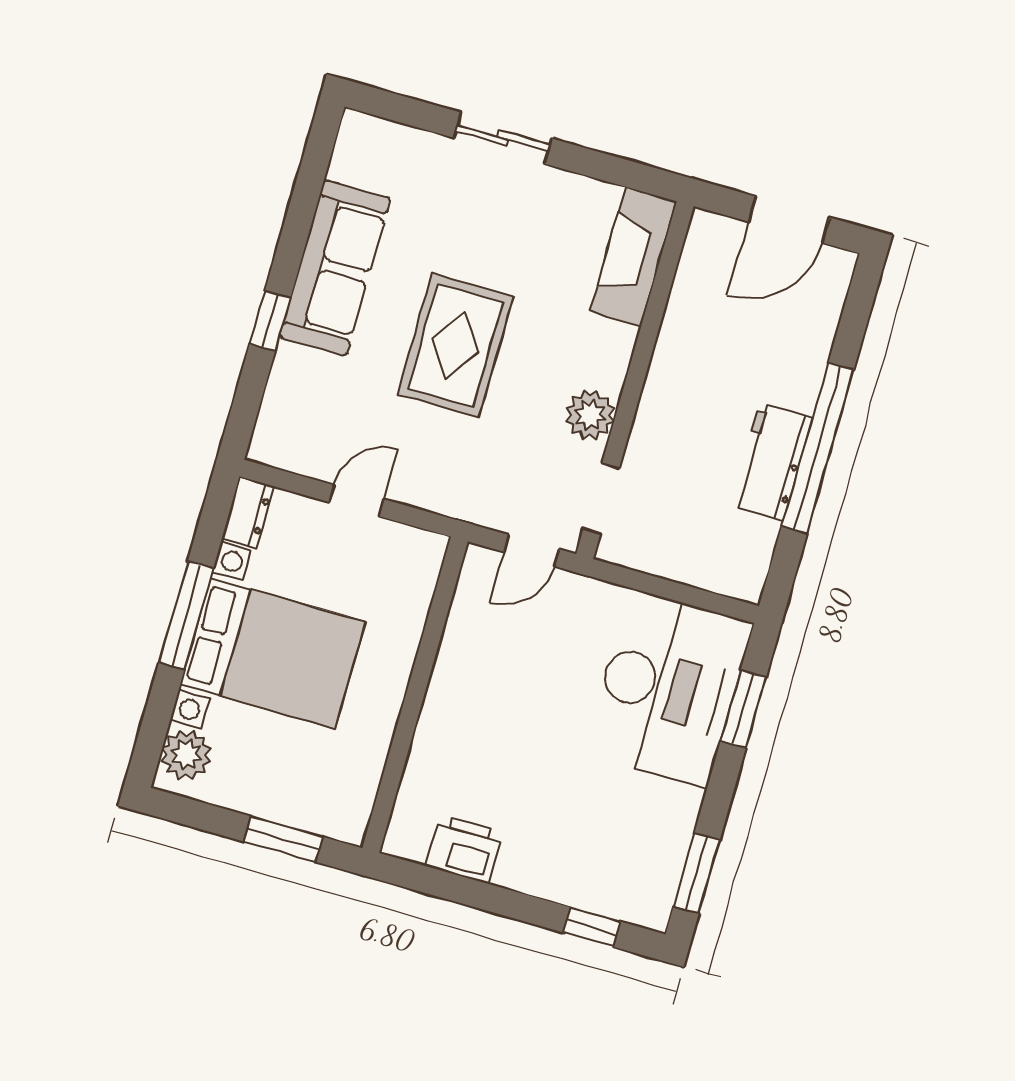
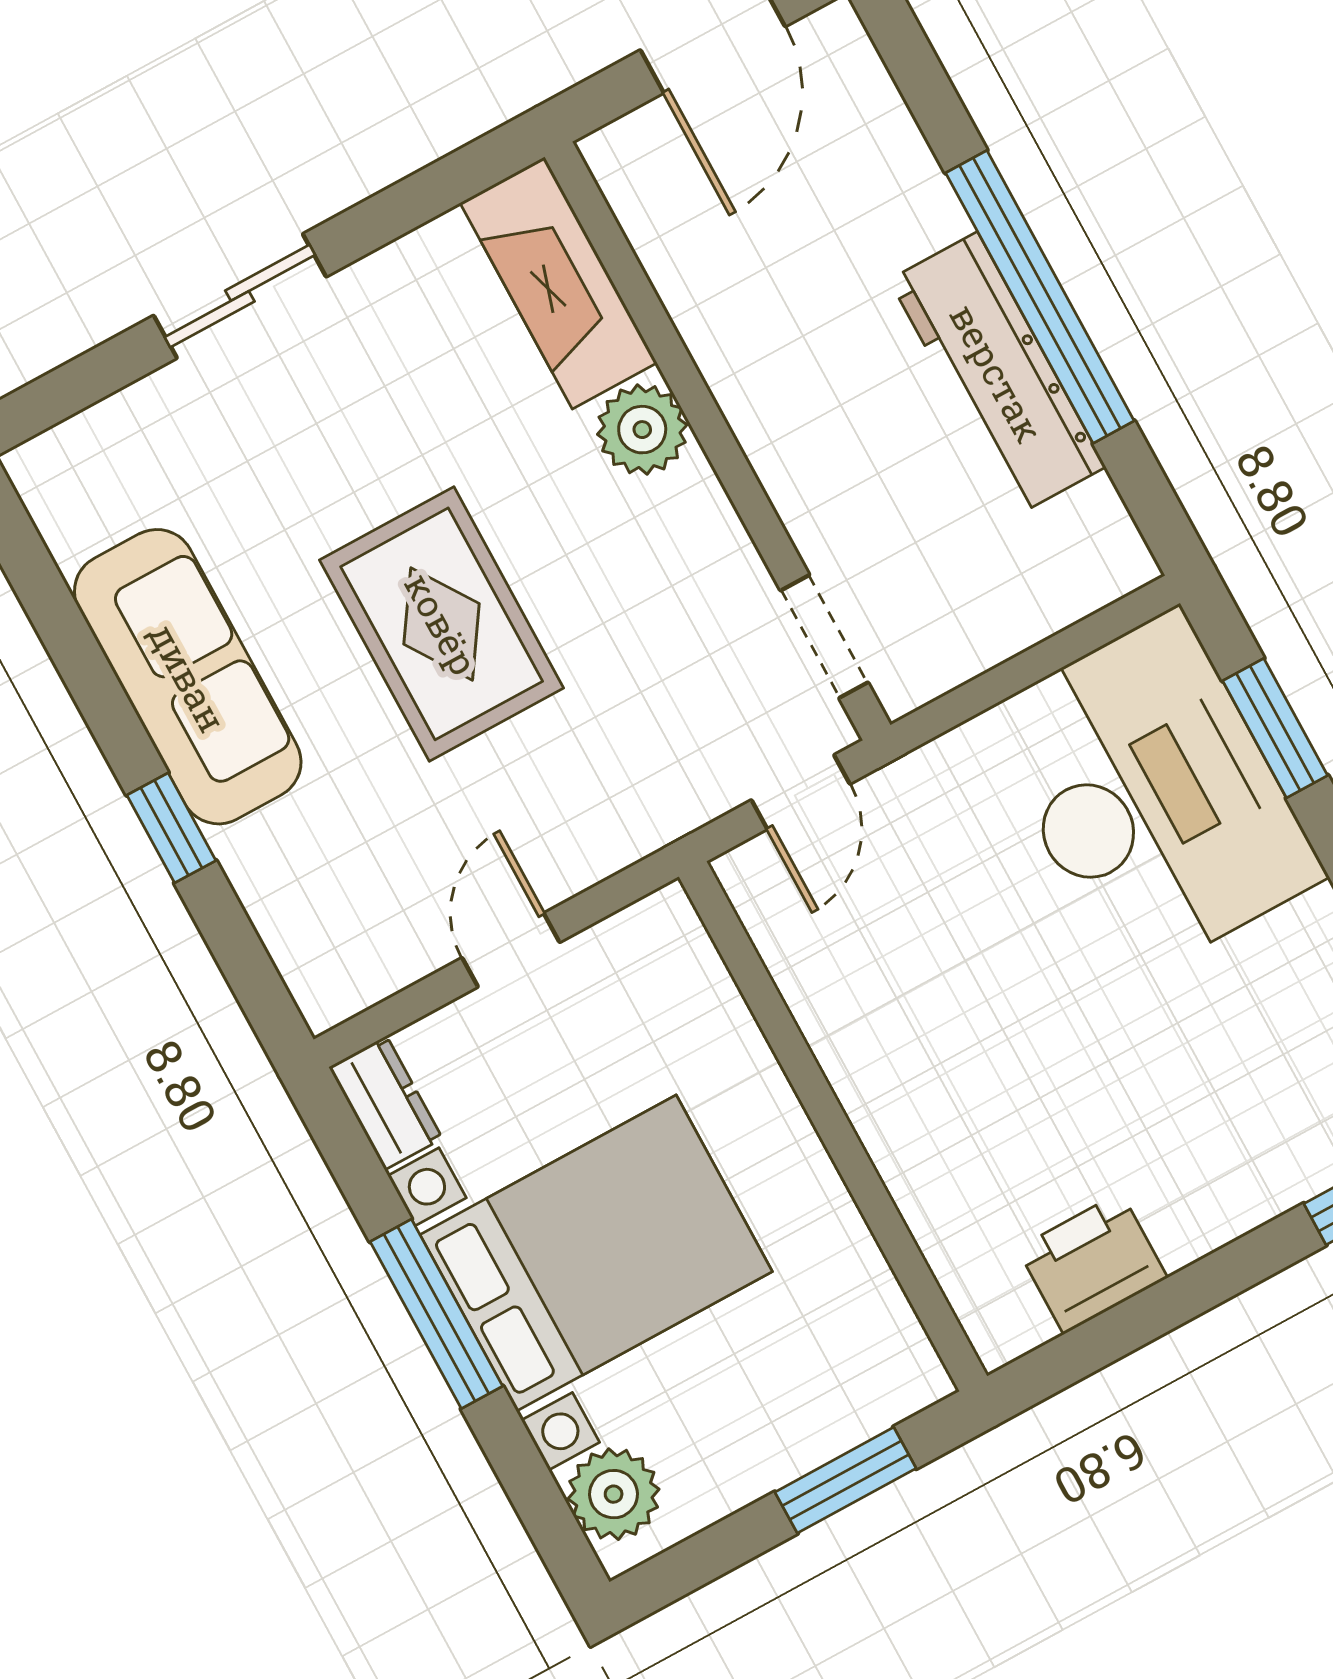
plant: (590, 415) -> (642, 430), moved
workbench: (771, 462) -> (997, 373), width x1.38

